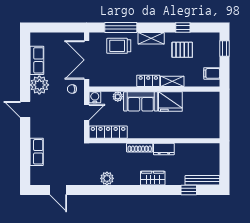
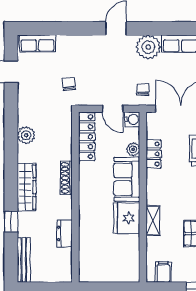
locker: (148, 81) -> (154, 154), moved
chair: (68, 146) -> (69, 84), added
dresser: (164, 149) -> (64, 233), moved
row of seats: (37, 152) -> (38, 43), moved
wardrobe: (153, 178) -> (27, 187), width x1.50
window: (189, 190) -> (11, 222), moved

